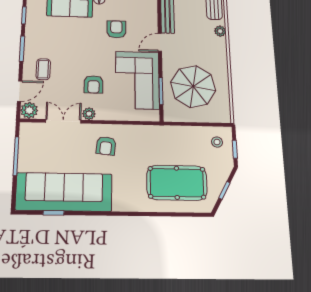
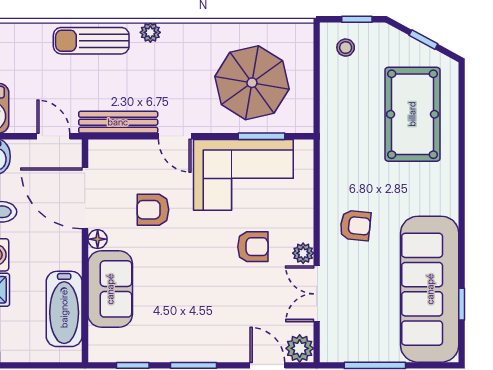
coffee table: (43, 69) -> (229, 329), removed

